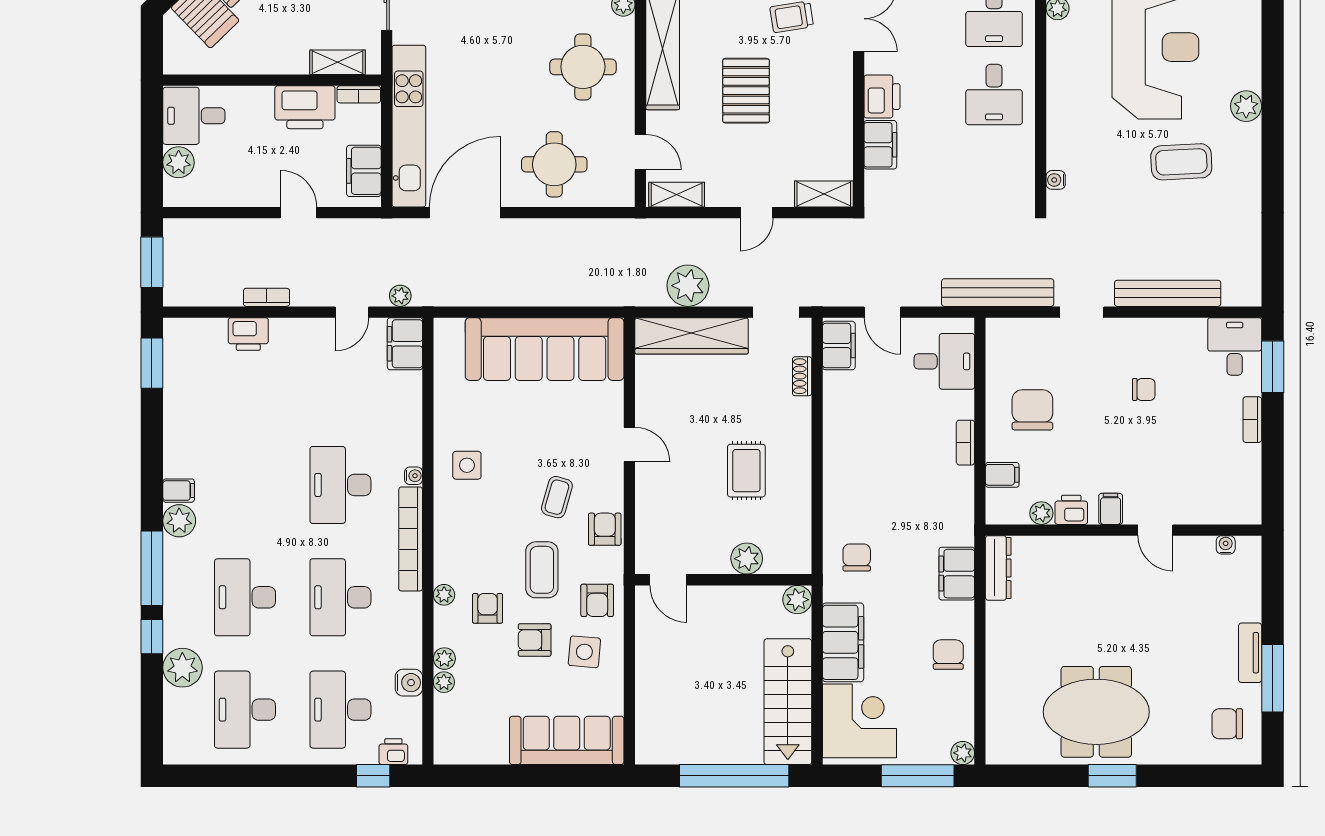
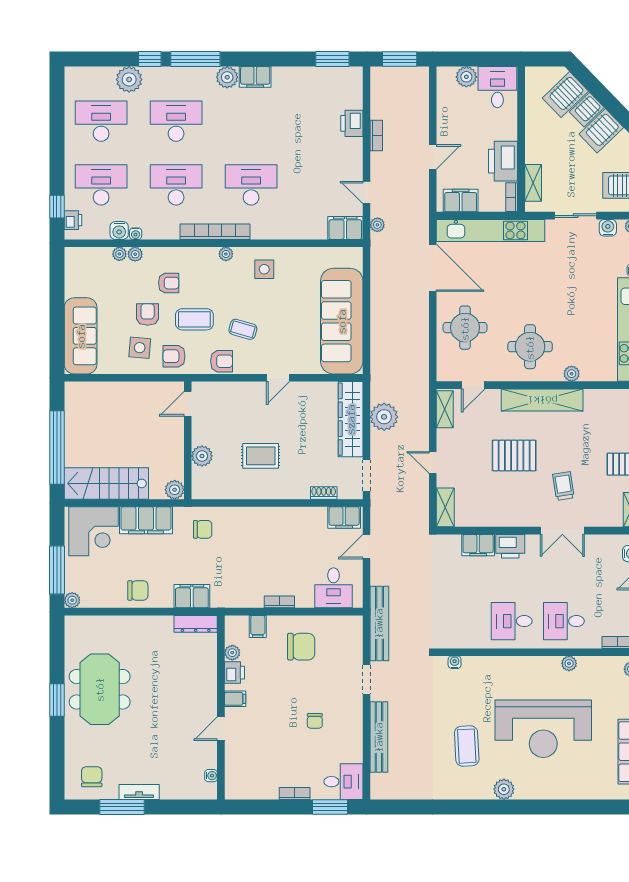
water cooler: (414, 476) -> (136, 234), moved
filing cabinet: (179, 491) -> (255, 77), width x2.00
plant: (444, 595) -> (226, 254), moved

